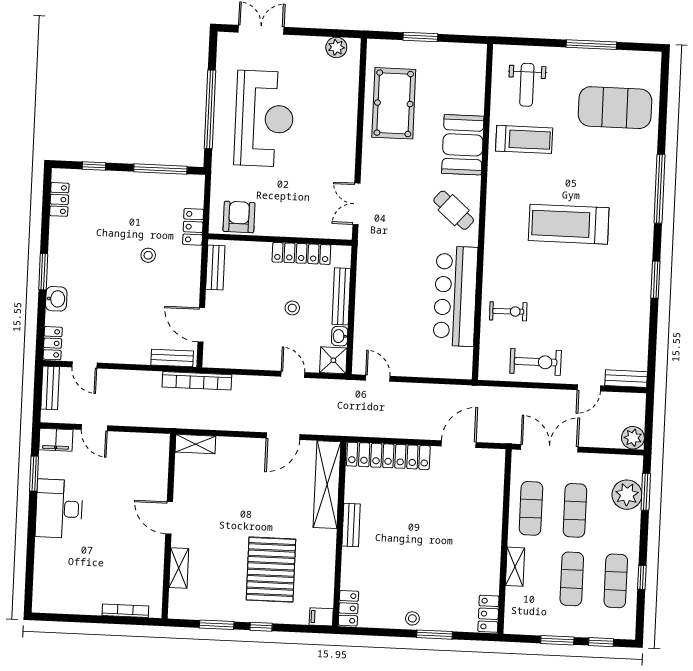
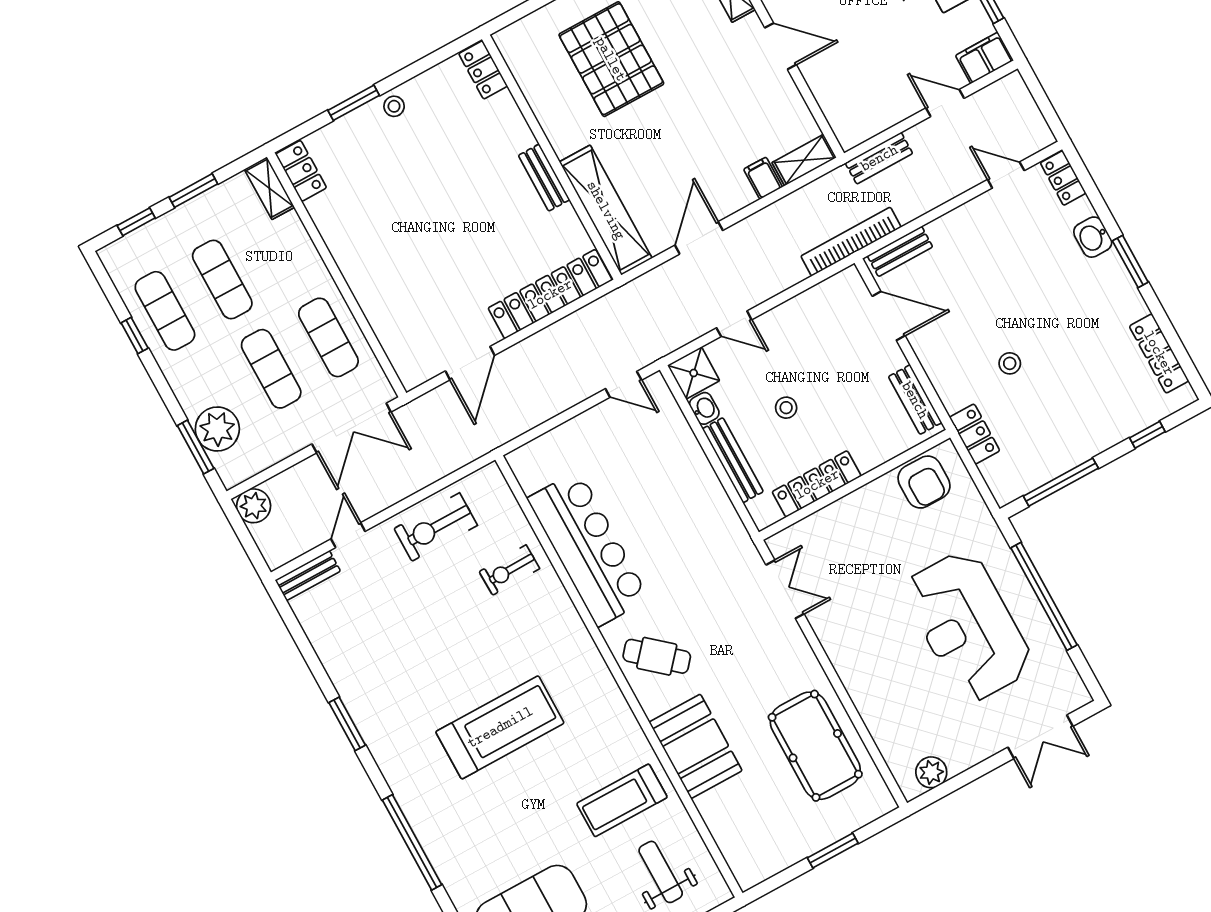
locker: (59, 199) -> (1159, 353), width x1.53
bench: (50, 388) -> (879, 158), moved, turned 90
shelving: (515, 567) -> (269, 188), moved
filing cabinet: (321, 617) -> (763, 178), moved, turned -90

